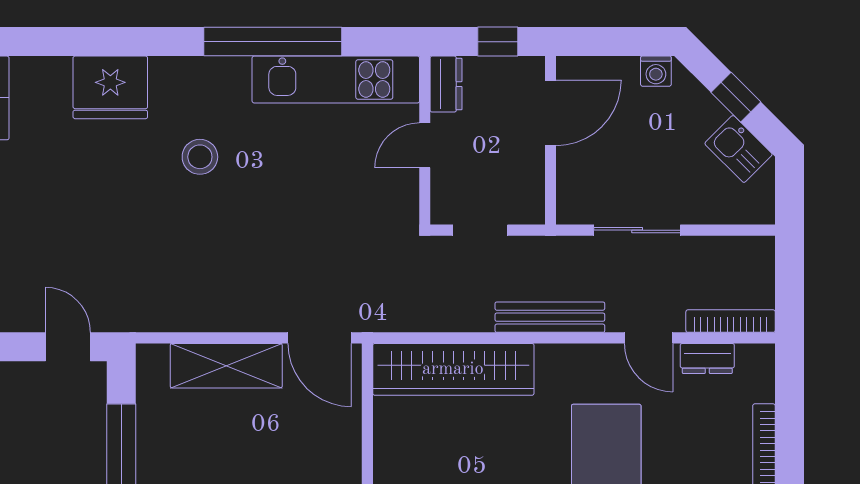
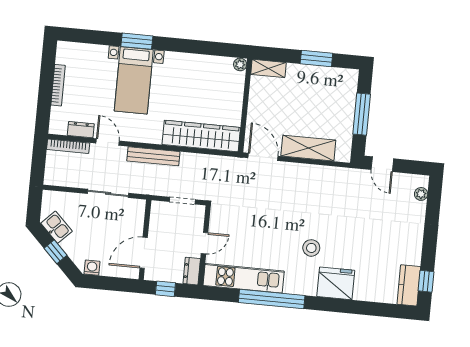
fridge: (110, 87) -> (336, 283), moved

